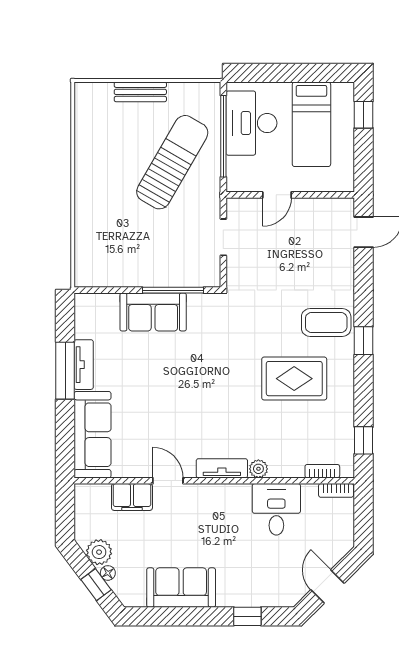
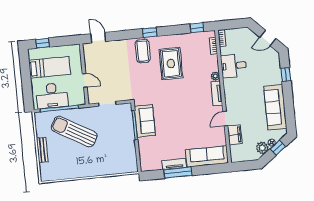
sofa: (153, 312) -> (145, 121), moved
sofa: (181, 588) -> (275, 107), width x1.36

